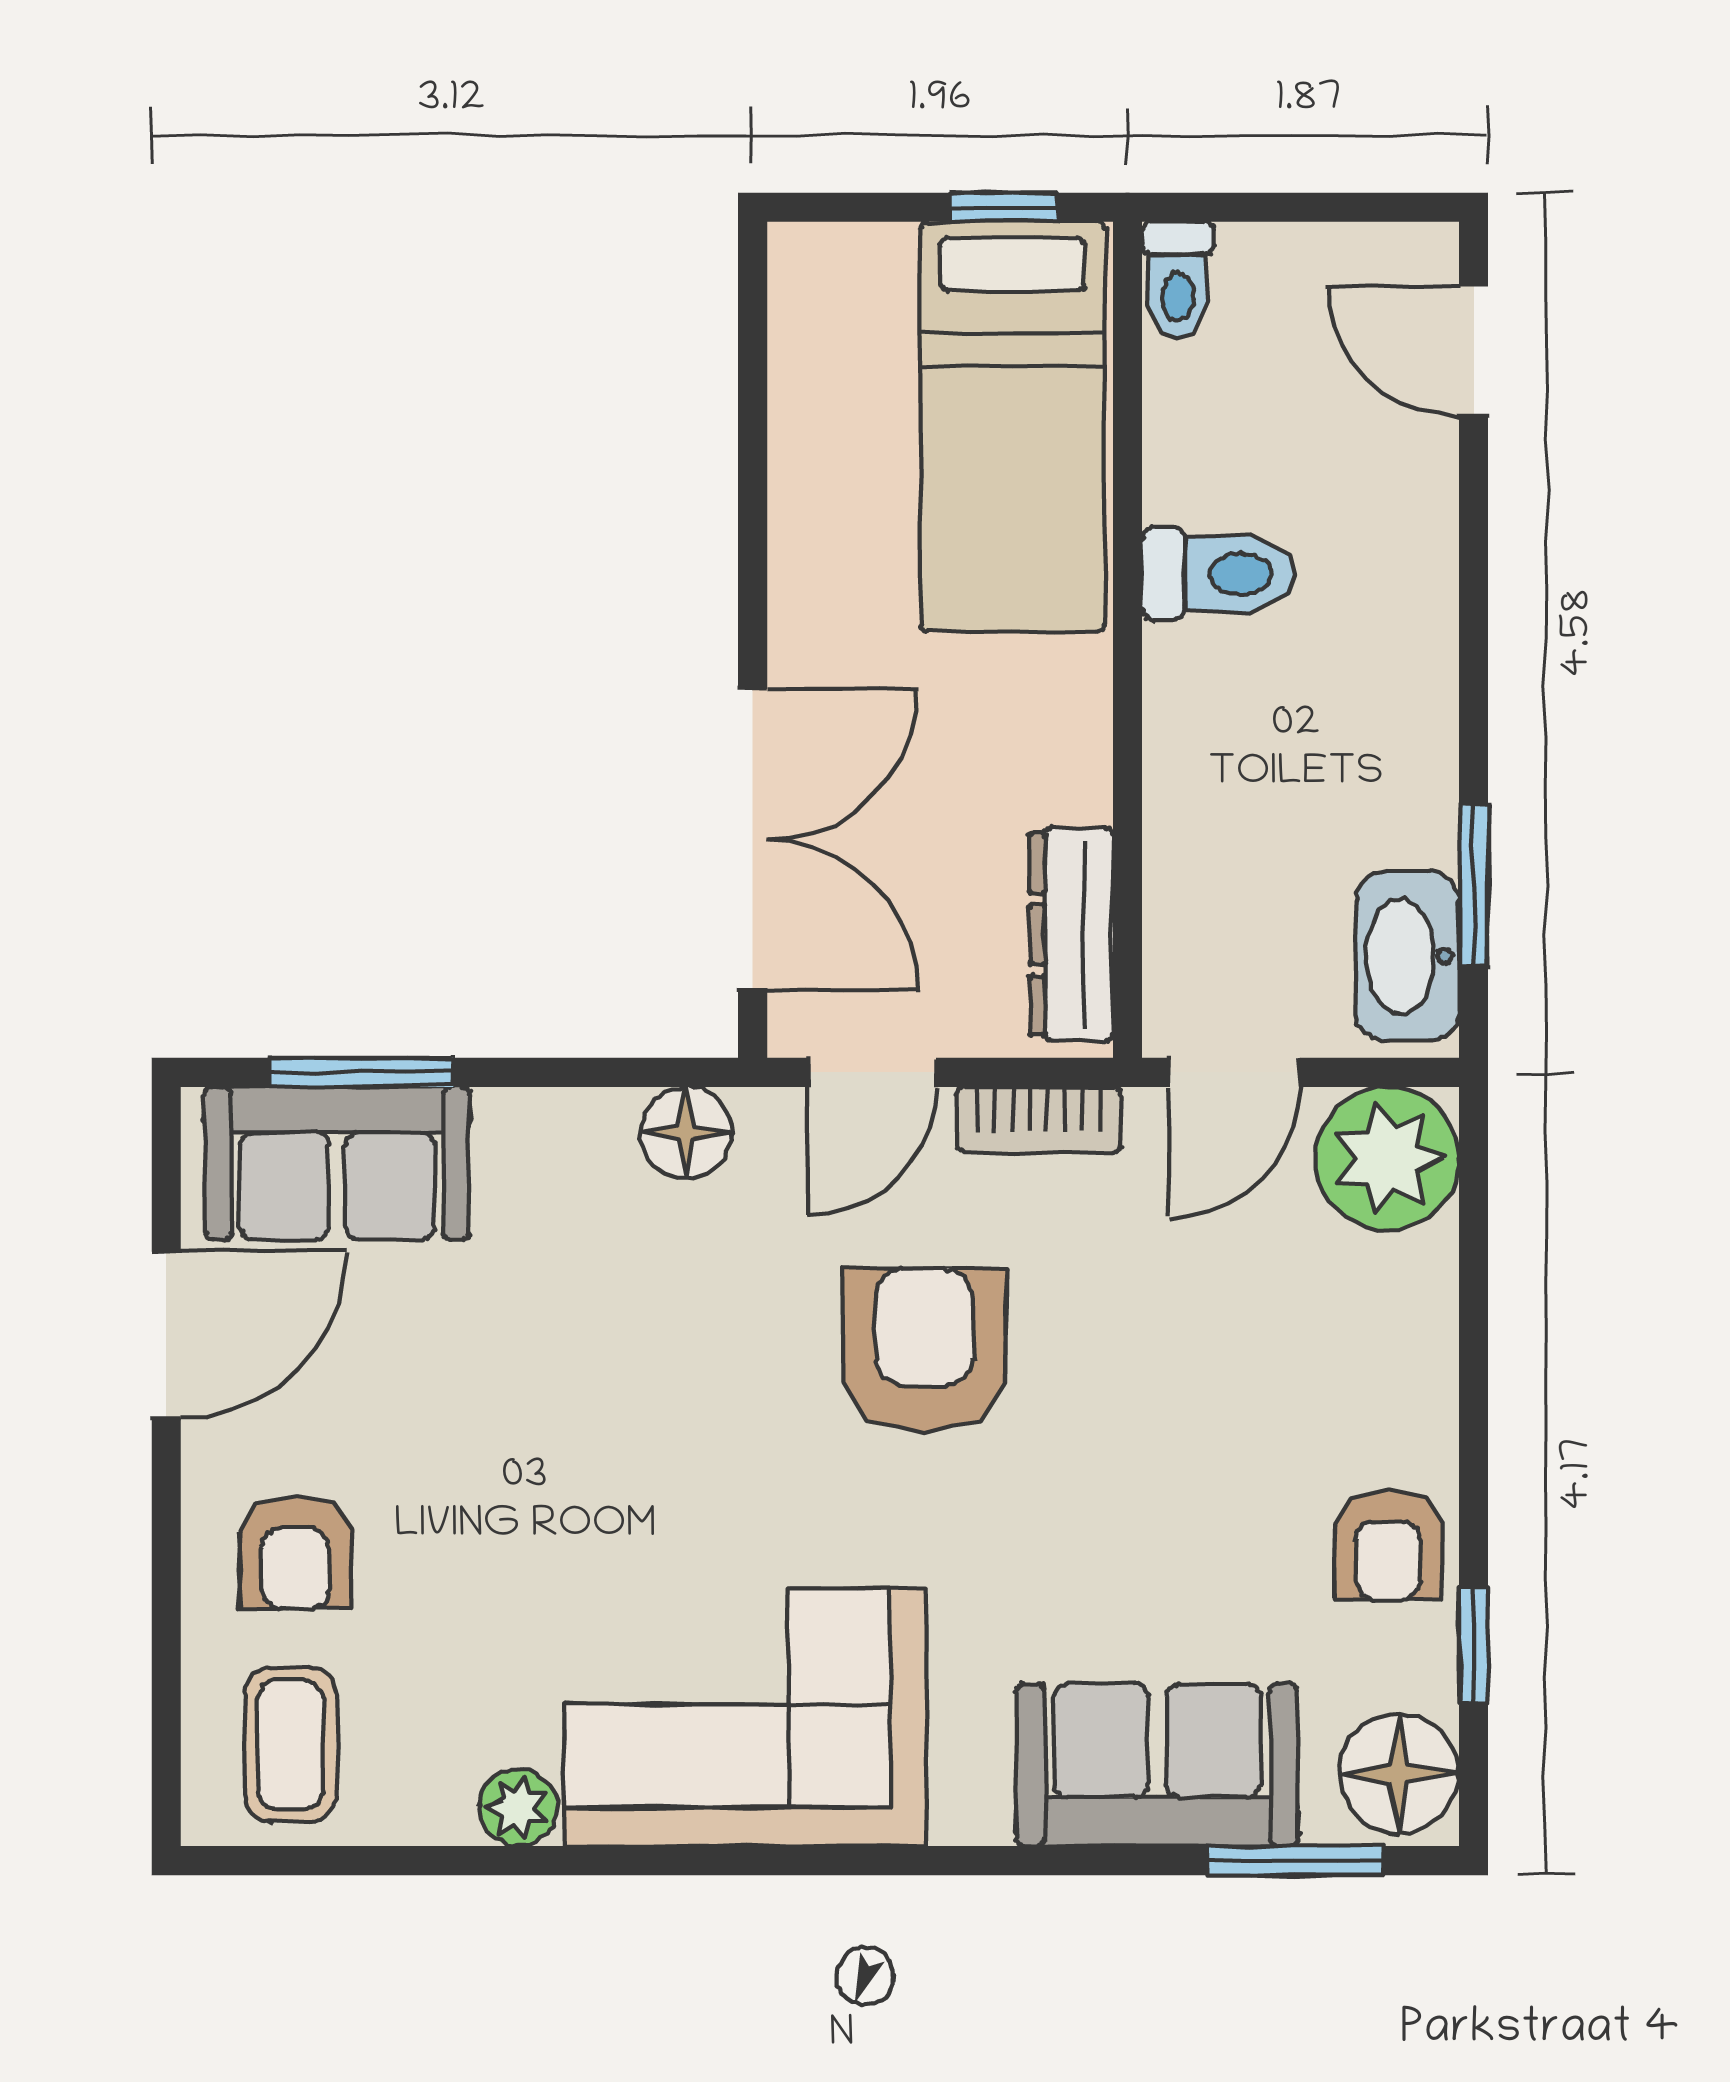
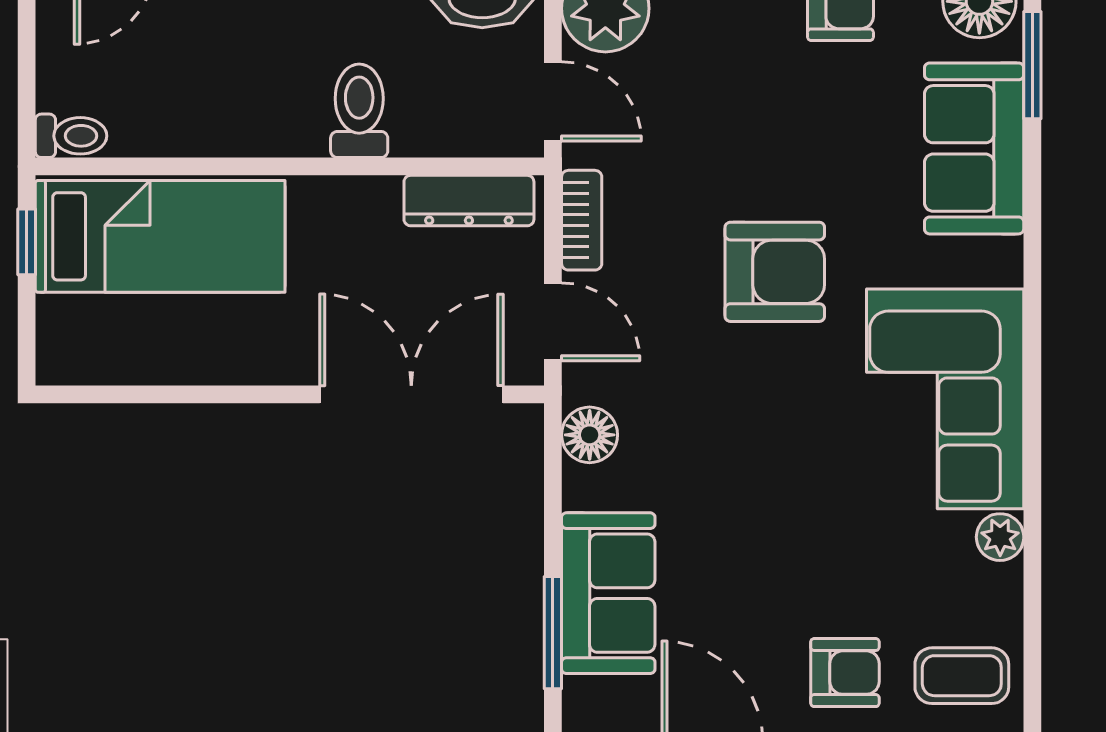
toilet: (1219, 574) -> (359, 111), moved
sofa: (337, 1163) -> (608, 593), moved
armchair: (924, 1350) -> (775, 272), moved, turned 180

